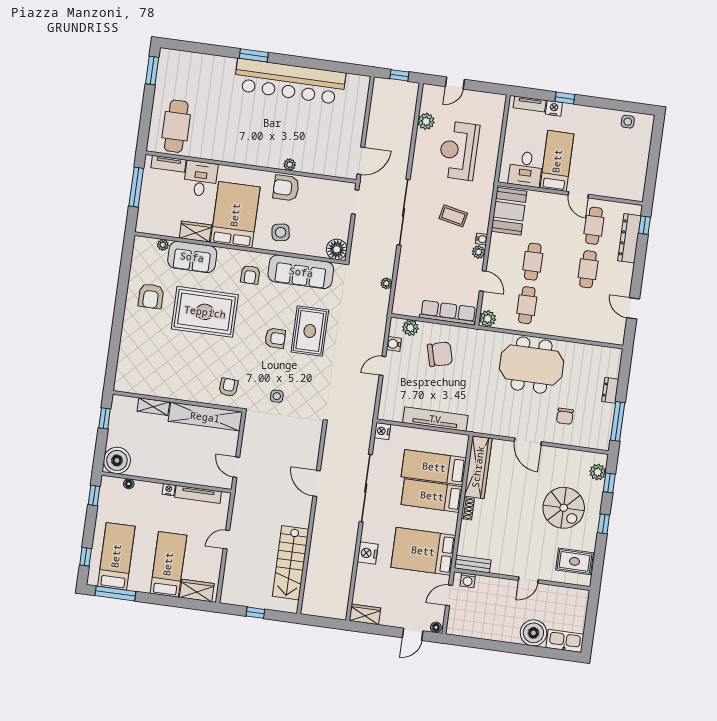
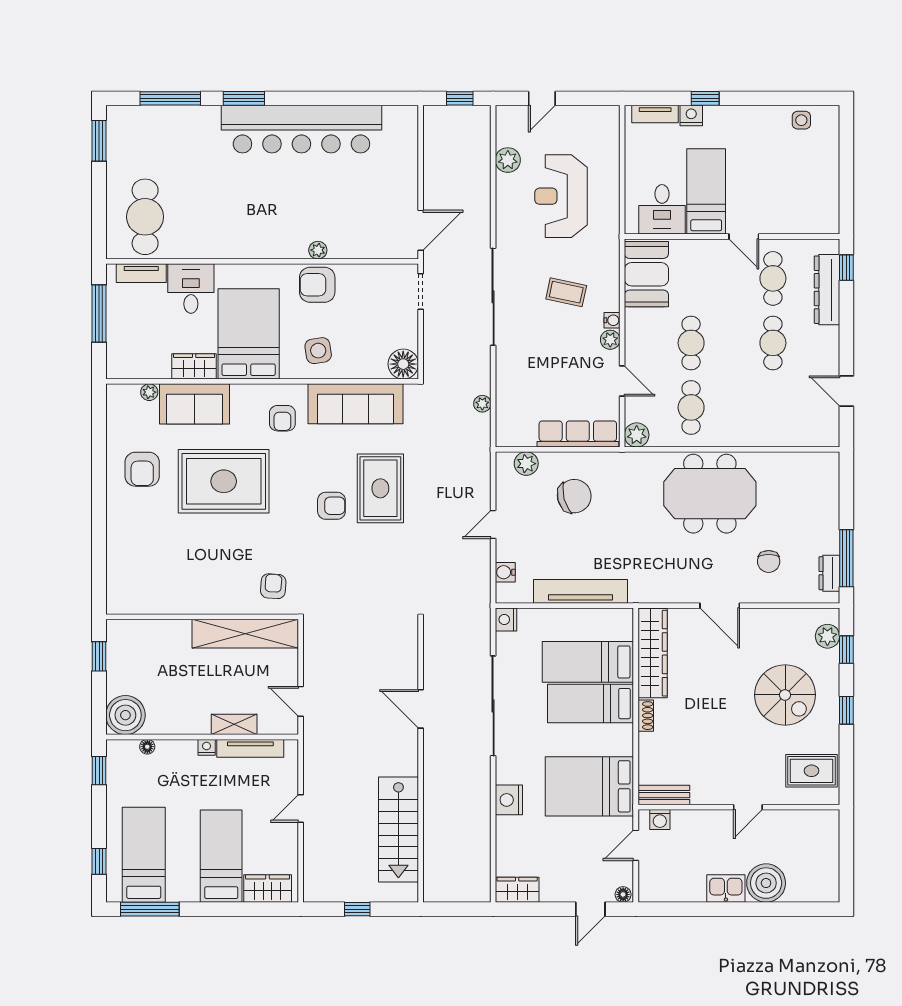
window: (204, 49) -> (170, 98), added
water cooler: (394, 344) -> (505, 572), moved
dresser: (610, 390) -> (829, 573), moved
side table: (277, 396) -> (345, 590), removed
shelving: (153, 407) -> (234, 724), moved
kitchen sink: (565, 641) -> (726, 889), moved, width x0.73

